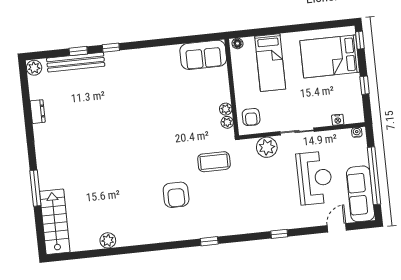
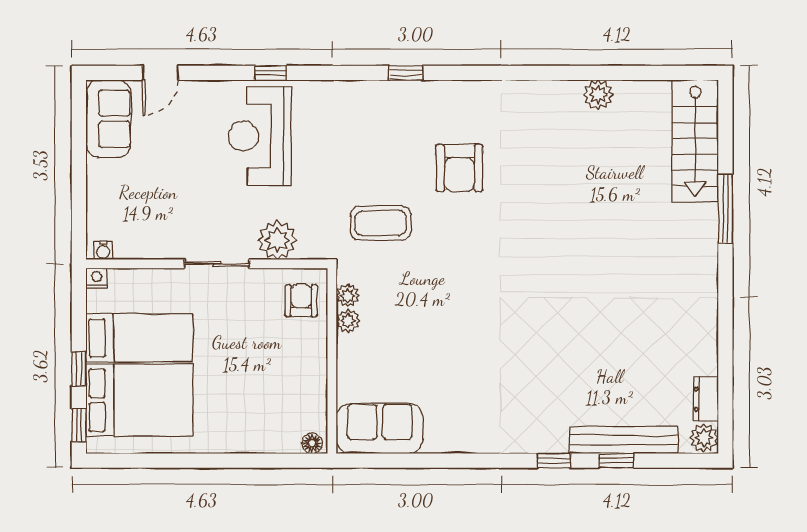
bed: (270, 63) -> (139, 338), moved, turned 90
window: (365, 85) -> (79, 369), moved
dresser: (38, 112) -> (706, 399), moved
nightstand: (338, 120) -> (97, 278), moved
window: (374, 176) -> (79, 164), removed
reception desk: (315, 178) -> (260, 136), moved
sofa: (360, 194) -> (108, 119), width x0.73
armchair: (176, 195) -> (459, 168), turned 180

